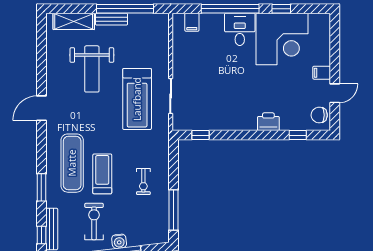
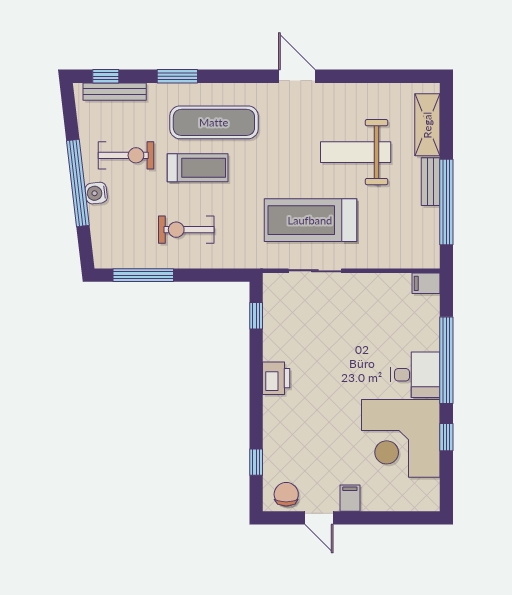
filing cabinet: (192, 22) -> (426, 283), moved
printer: (268, 122) -> (276, 378), moved
exercise bike: (143, 181) -> (186, 230), width x1.38, depth x1.39

